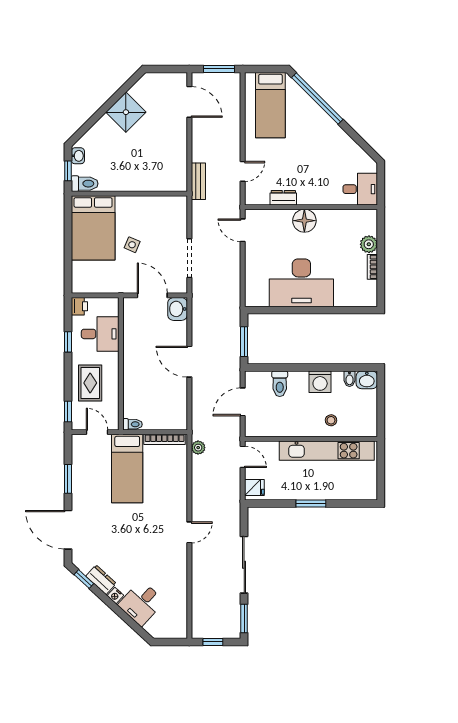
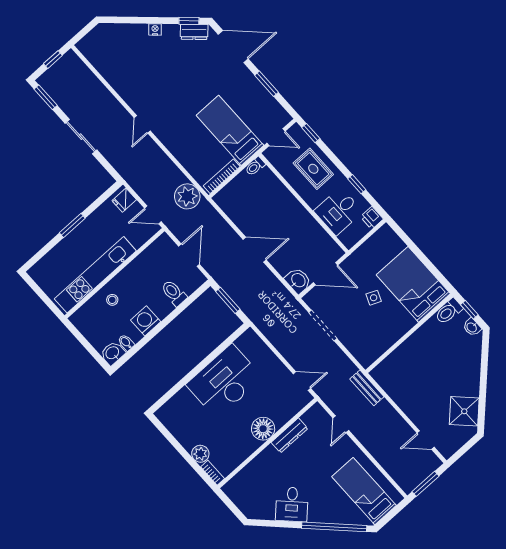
door: (189, 102) -> (426, 440), width x0.73
shower: (126, 112) -> (464, 411), moved
desk: (360, 189) -> (292, 504), moved, turned -45
dresser: (283, 198) -> (290, 435), width x1.44
bookcase: (372, 267) -> (213, 473), moved
plant: (198, 448) -> (187, 196), width x1.87, depth x1.87
sliding door: (244, 565) -> (81, 137), width x0.73
dresser: (101, 580) -> (194, 32), moved
desk: (141, 603) -> (131, 41), removed

